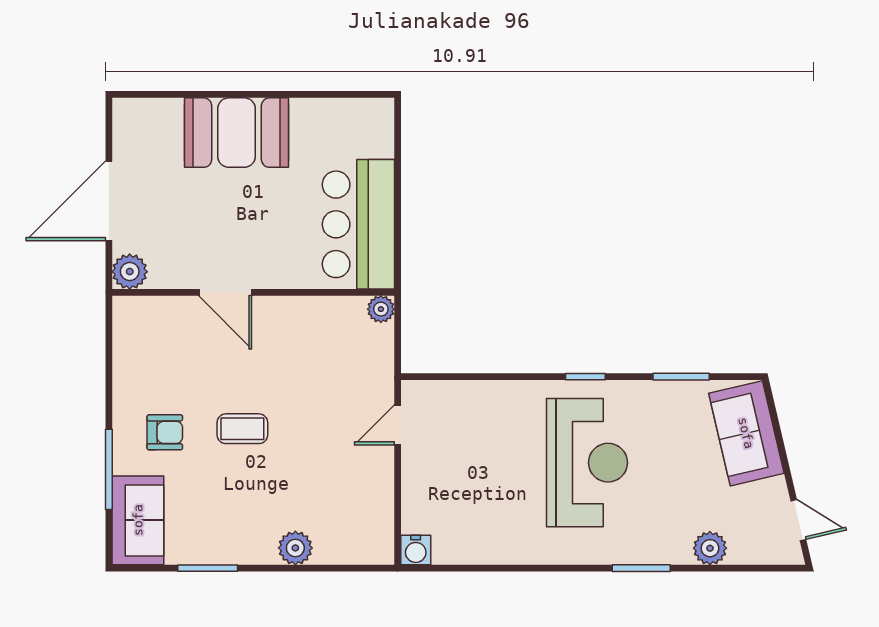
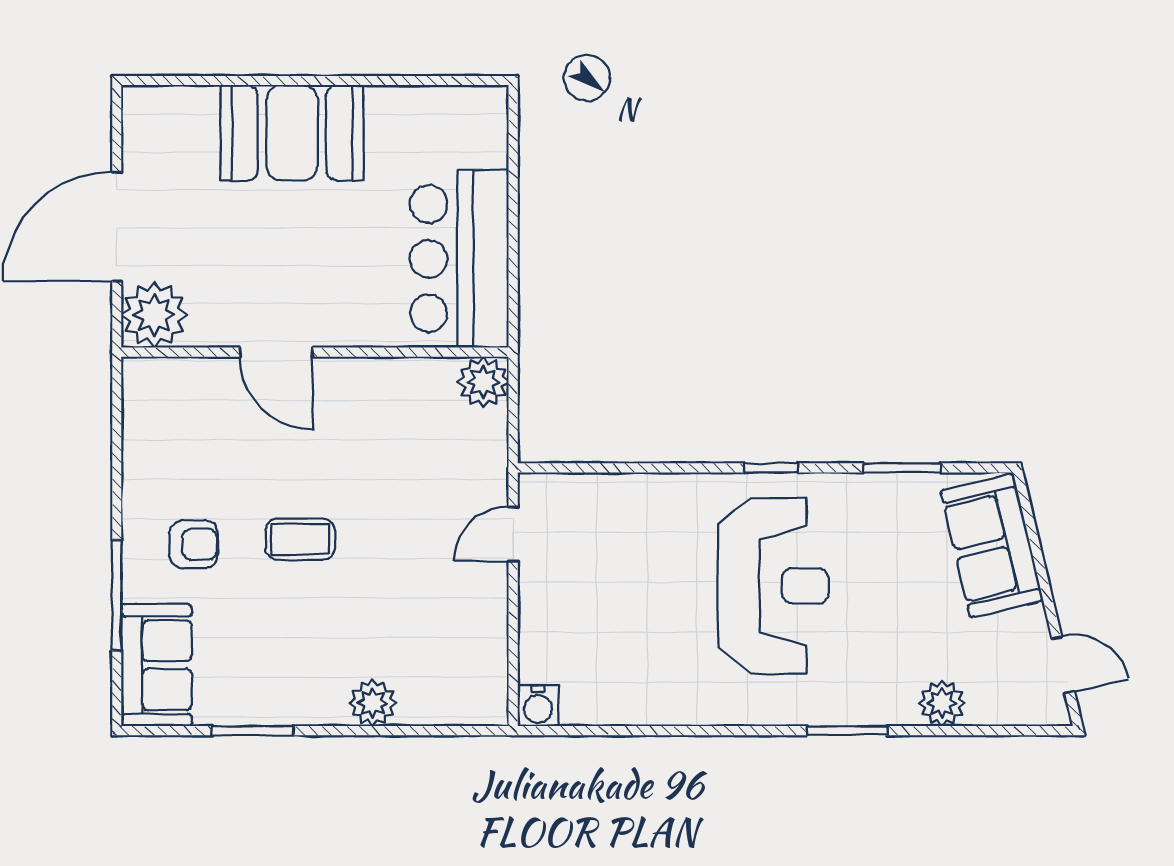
plant: (130, 272) -> (154, 315), width x1.36, depth x1.36
plant: (381, 309) -> (483, 382), width x1.38, depth x1.38

